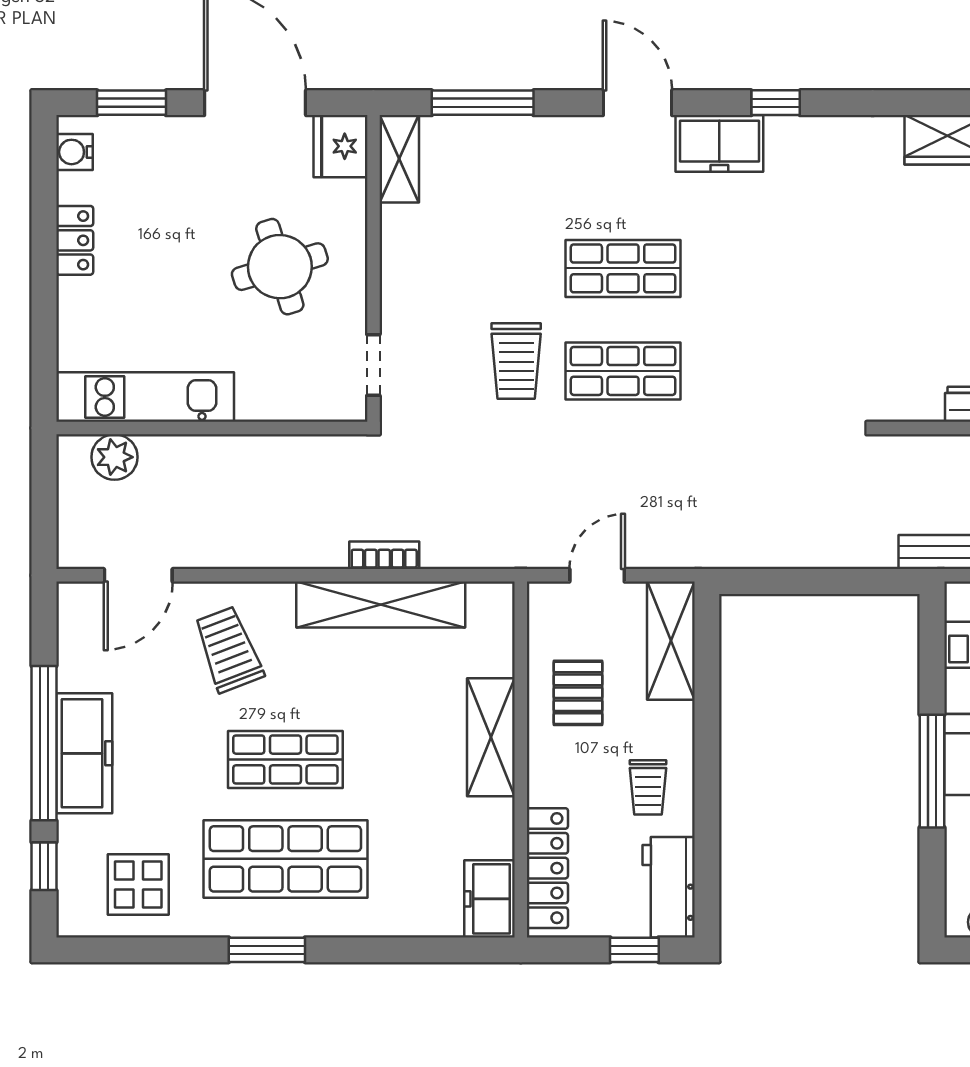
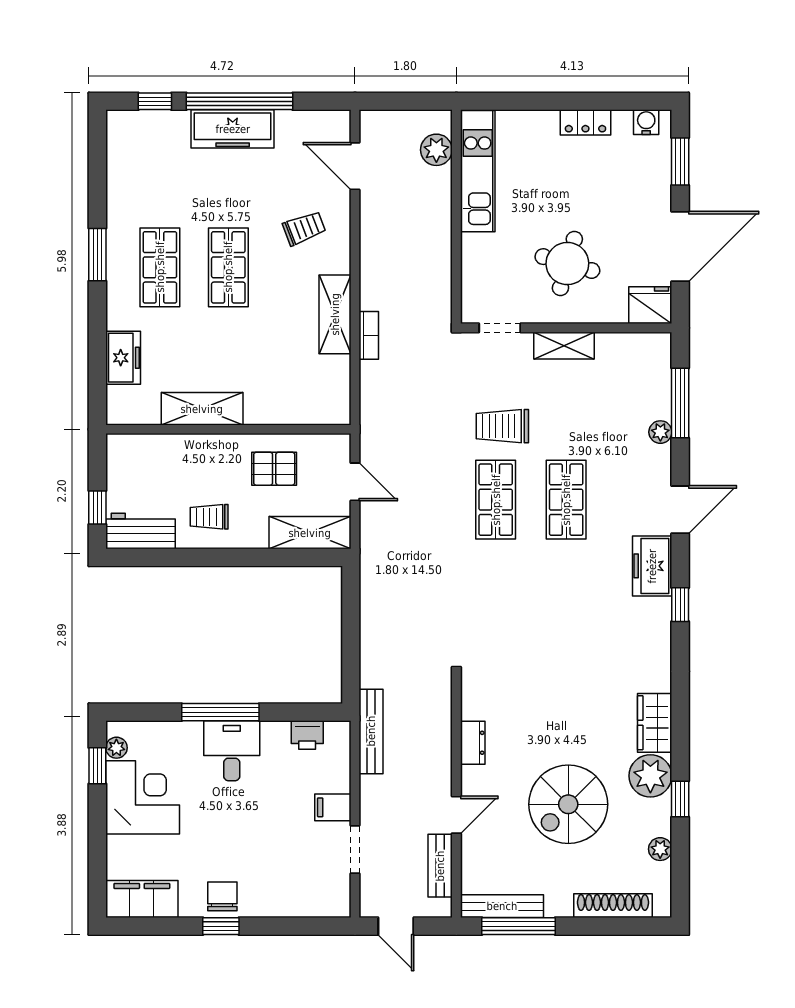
plant: (525, 131) -> (660, 432), added
shelving: (399, 159) -> (564, 346), moved
round table: (280, 267) -> (567, 264), turned 33
shelving: (381, 605) -> (335, 314), width x0.68
trolley: (229, 649) -> (304, 228), width x0.73, depth x0.72
shelving: (491, 737) -> (202, 409), moved
shop shelf: (285, 859) -> (160, 267), width x0.70, depth x0.74
locker: (547, 868) -> (154, 448), removed
display table: (138, 884) -> (142, 166), removed
freezer: (489, 899) -> (123, 358), moved, turned 90

